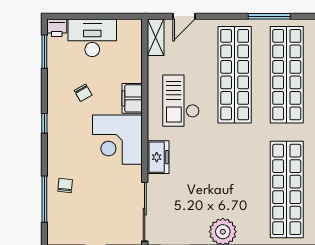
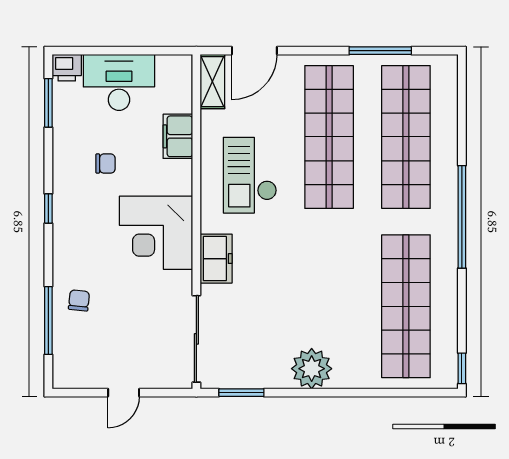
door: (184, 16) -> (254, 51), width x1.38
chair: (83, 93) -> (106, 164), turned -60
filing cabinet: (132, 98) -> (178, 136), moved

